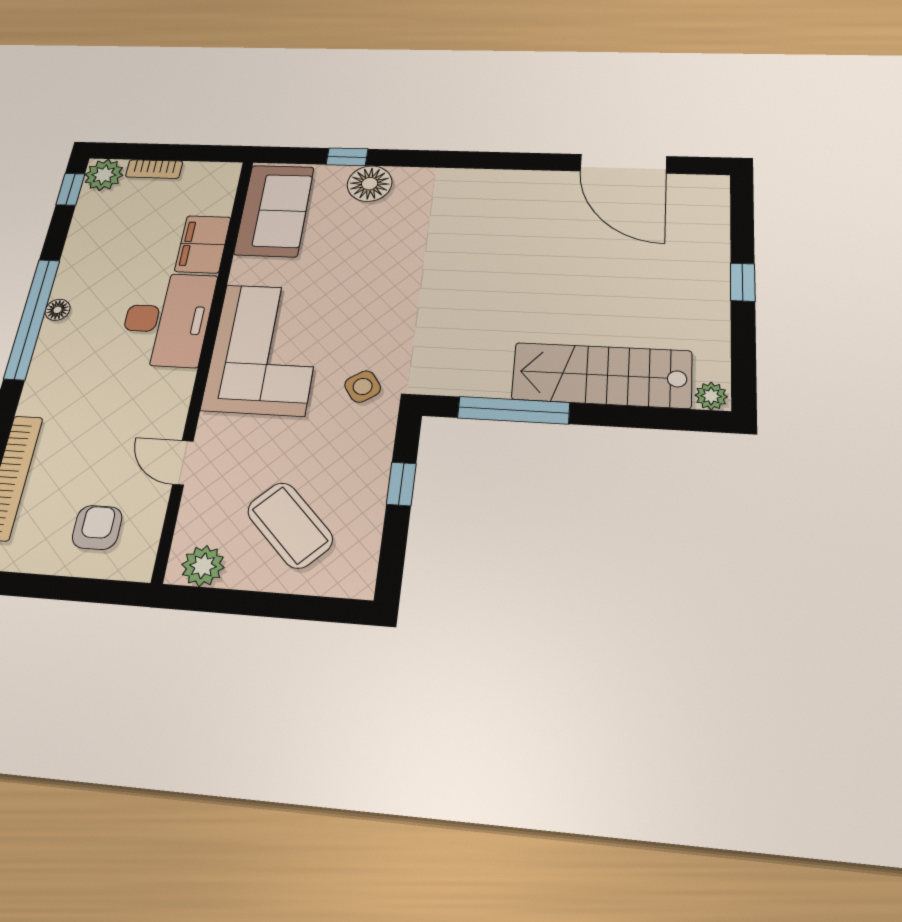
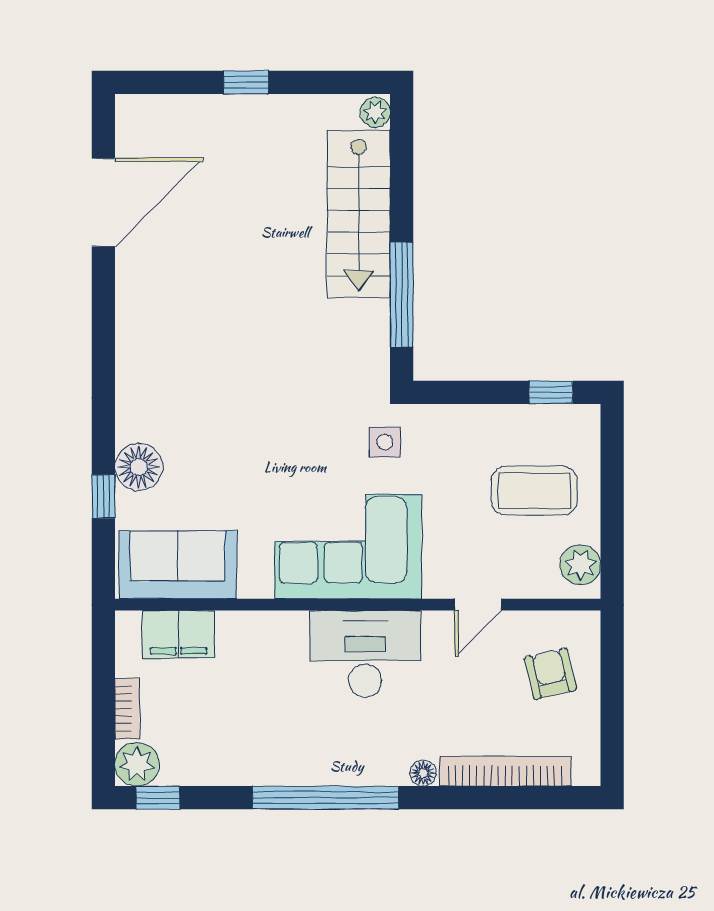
filing cabinet: (203, 244) -> (179, 634), moved
floor lamp: (58, 310) -> (423, 773), moved
desk: (167, 319) -> (365, 654), moved
side table: (363, 386) -> (385, 442), turned 34
window: (401, 484) -> (551, 392), moved
coffee table: (290, 525) -> (534, 491), turned 45
armchair: (97, 527) -> (550, 674), turned 77

